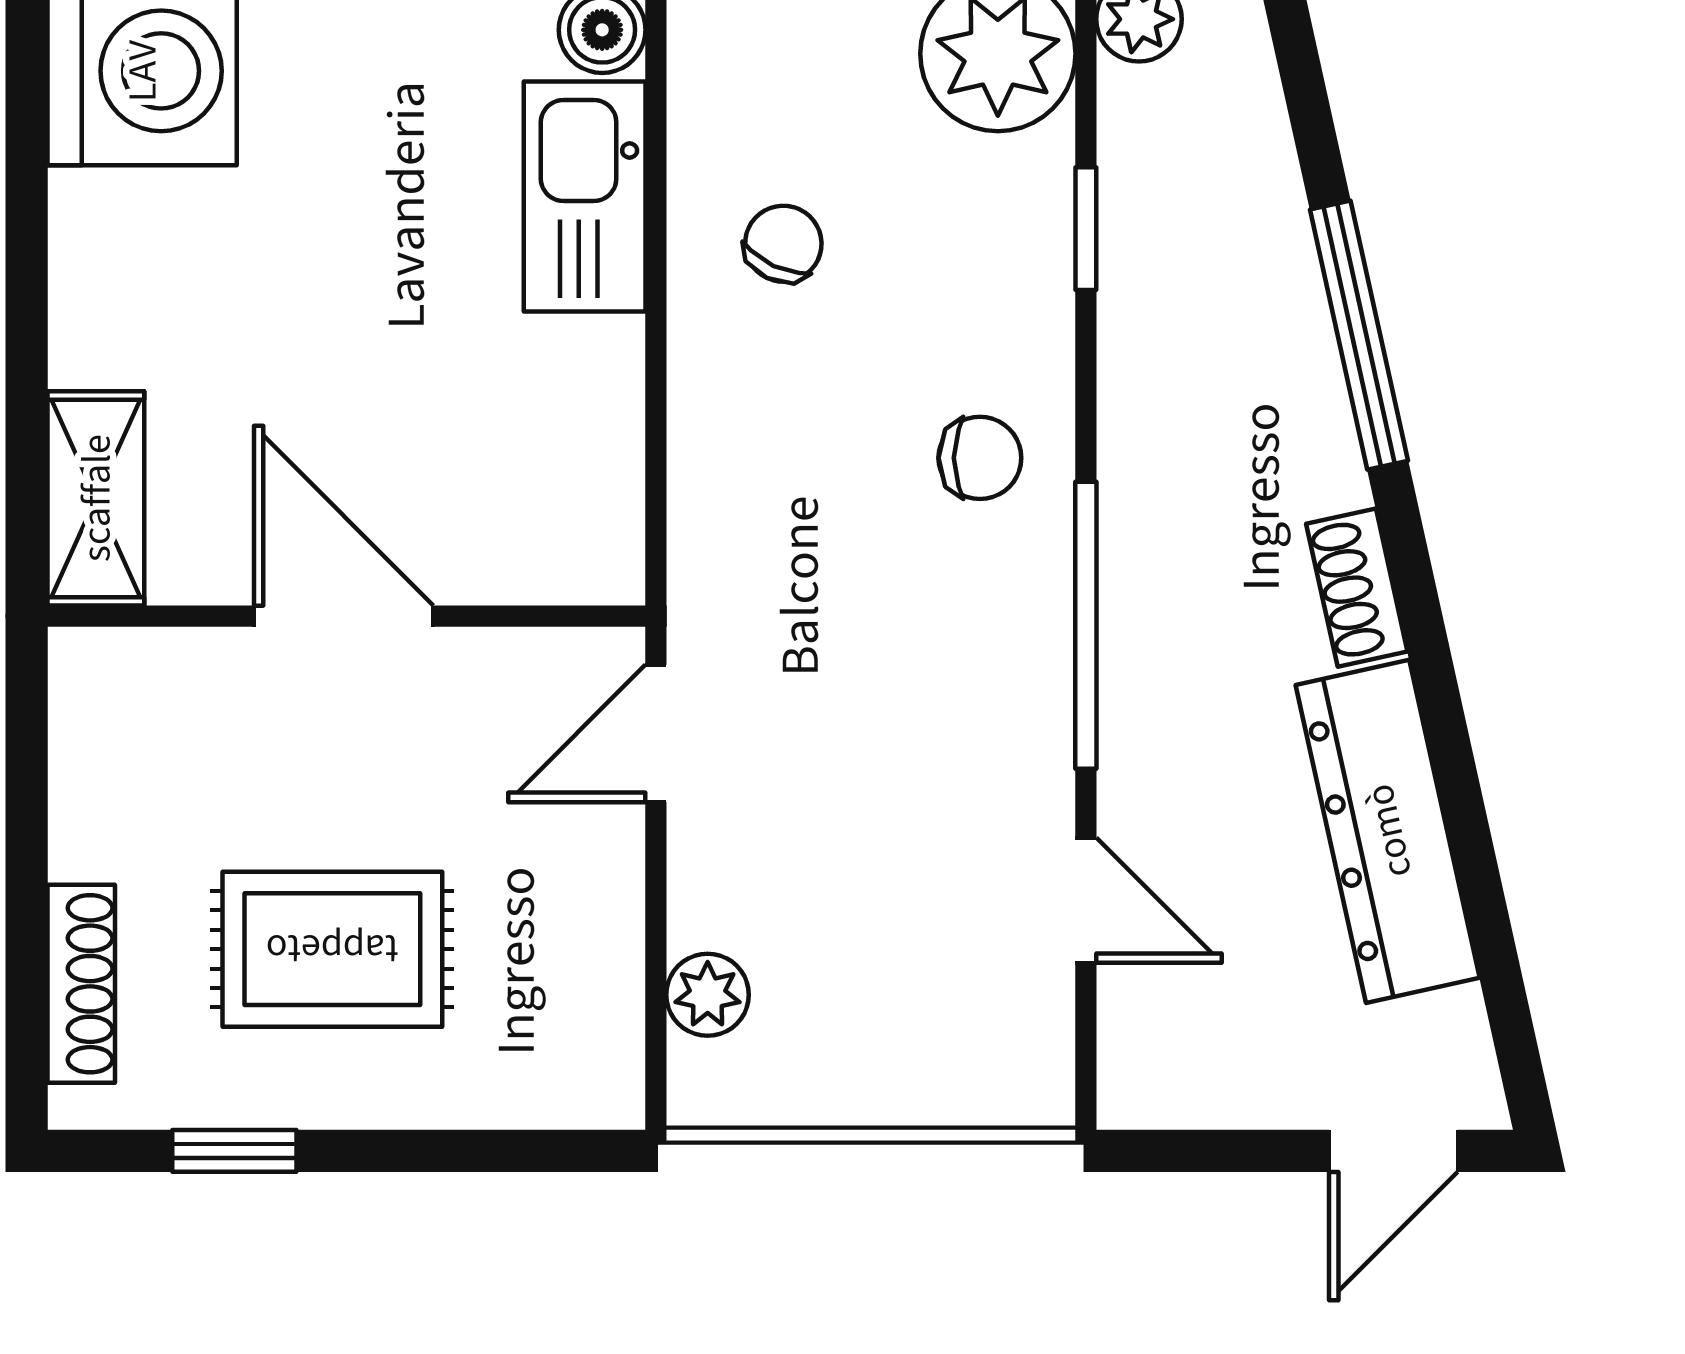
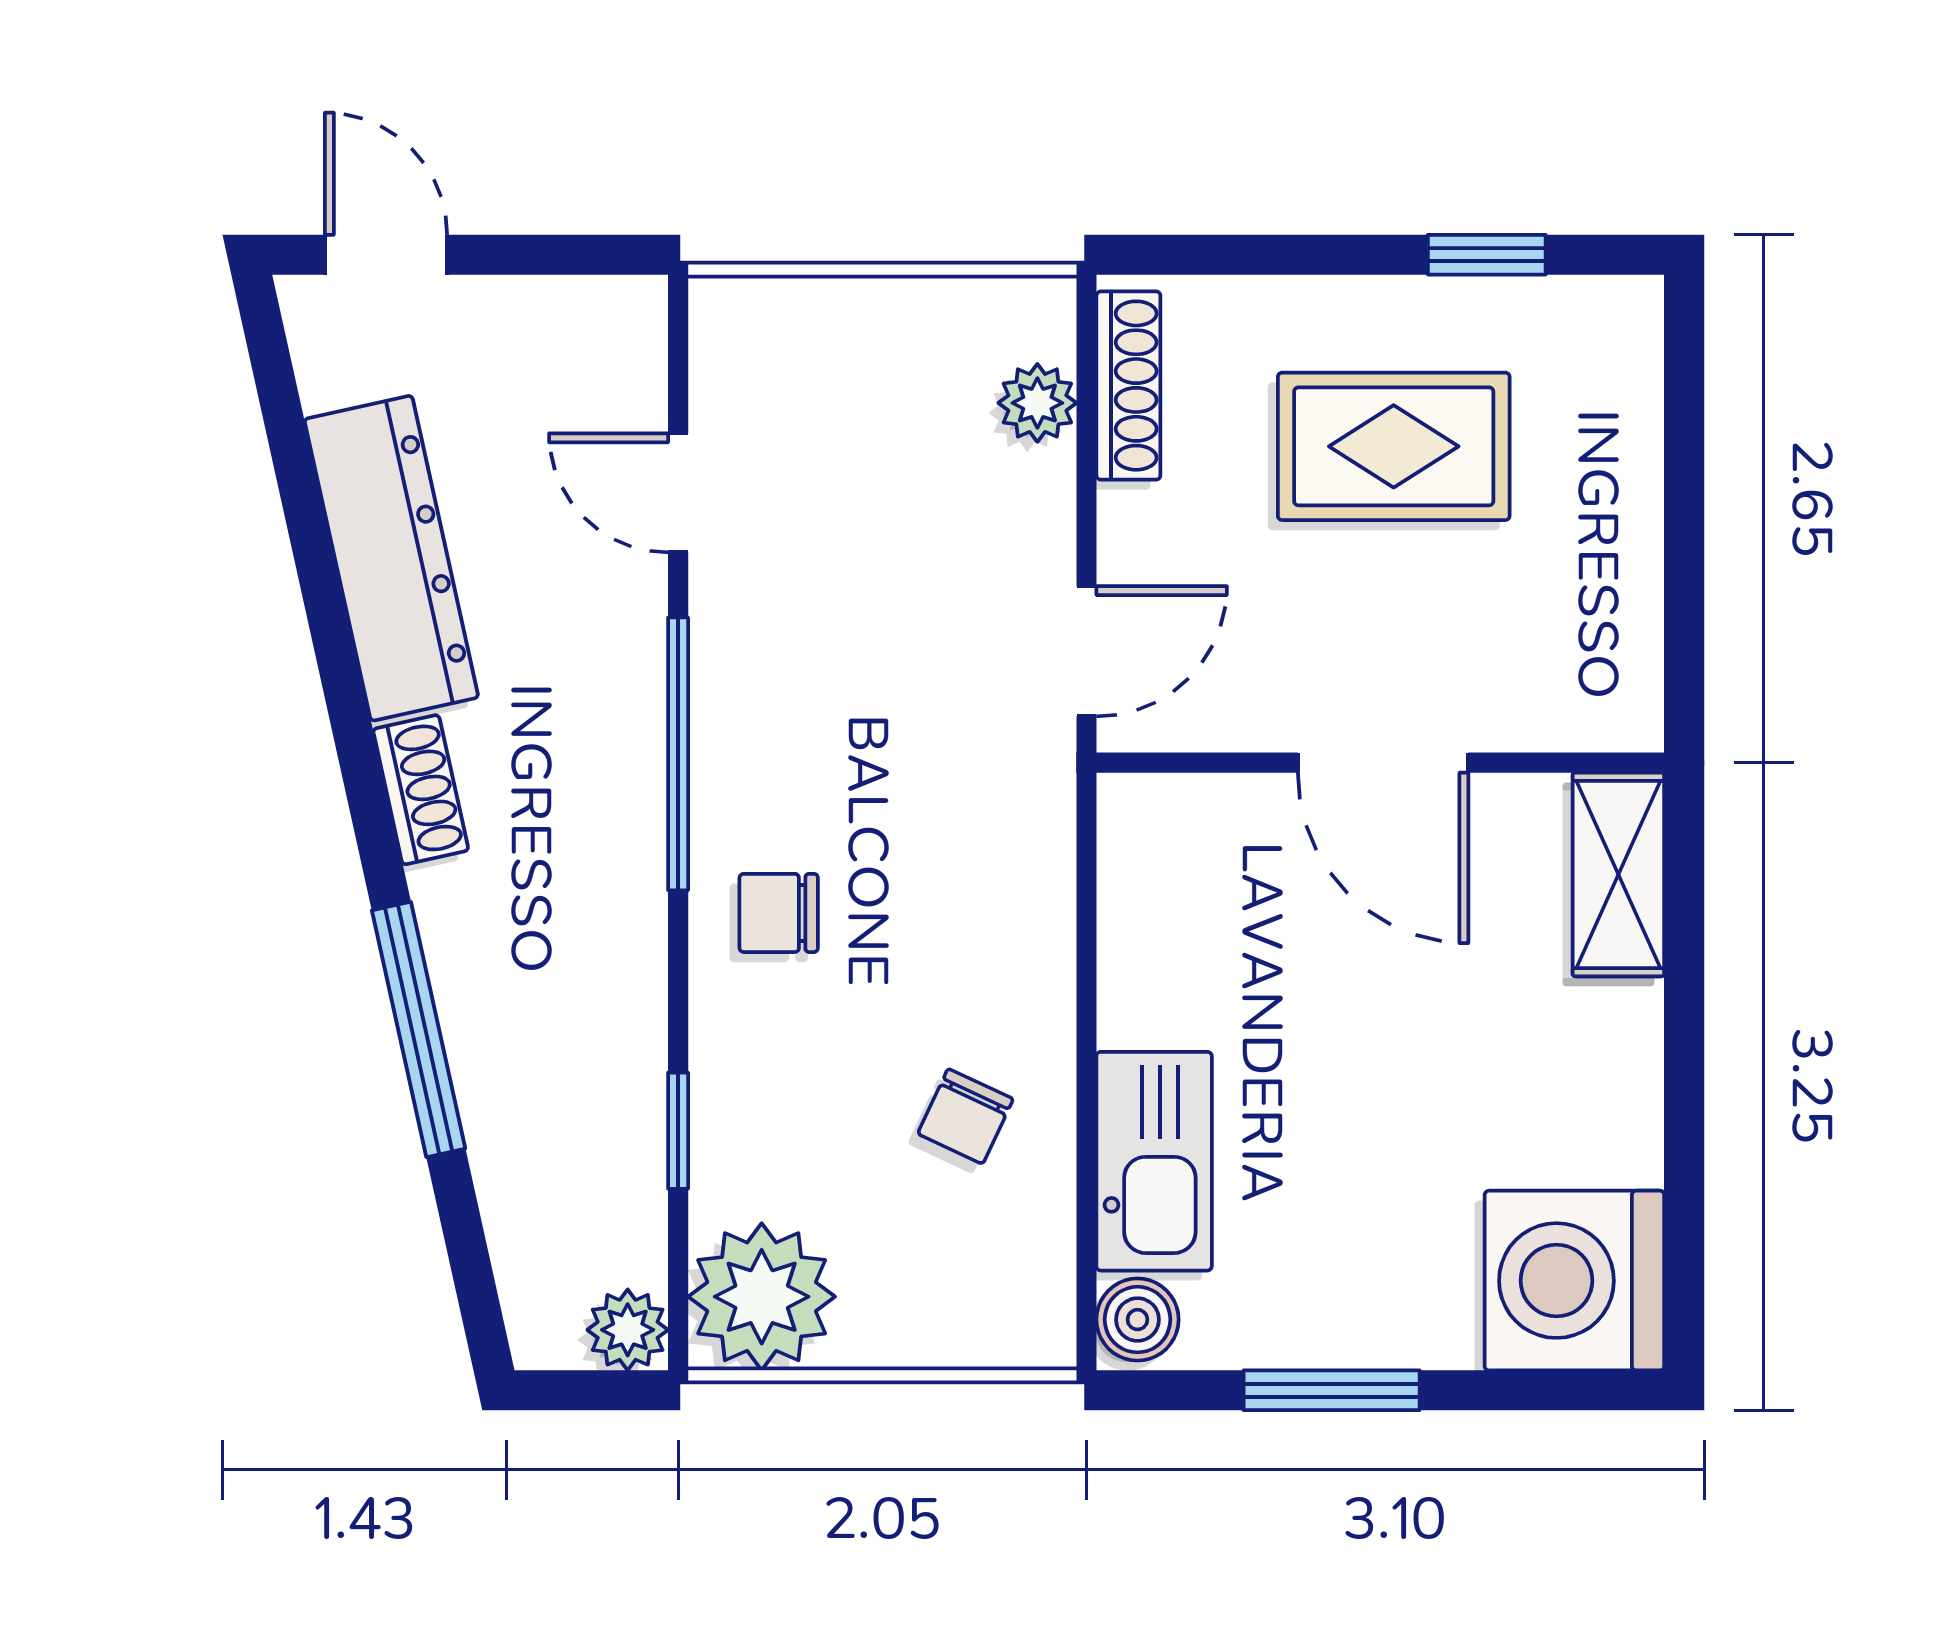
shoe rack: (81, 984) -> (1128, 386), moved, turned 180
door: (1393, 1151) -> (386, 255), hinge flipped

